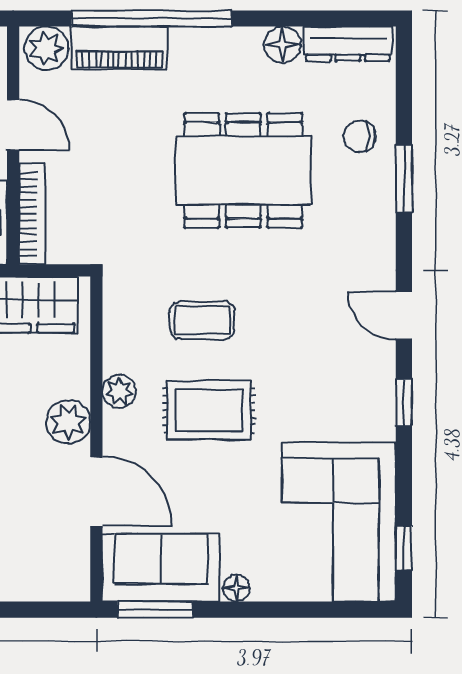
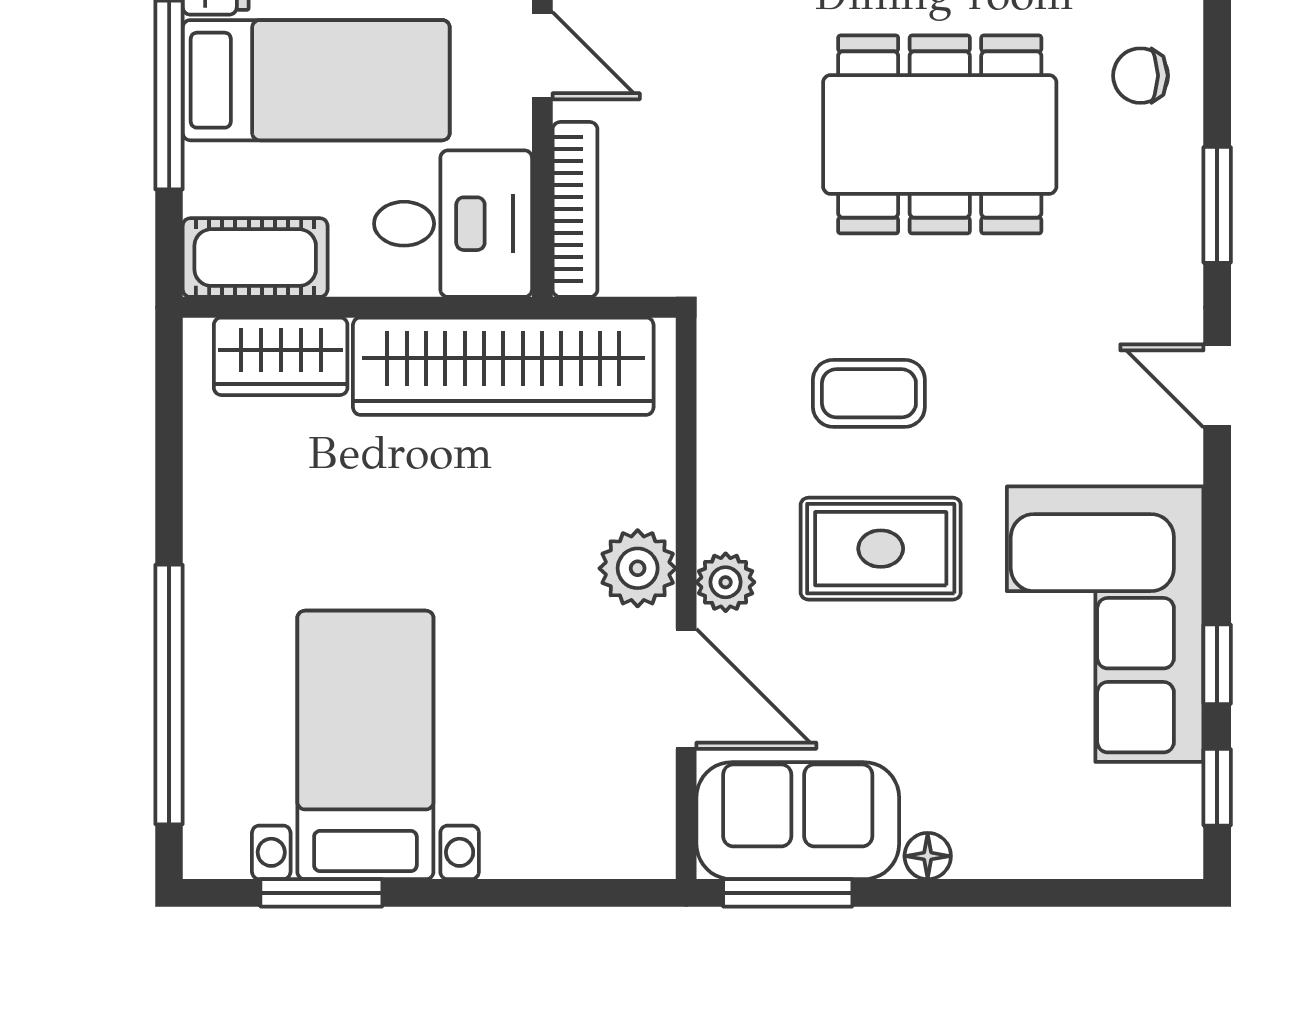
window: (404, 179) -> (1217, 205), moved
plant: (119, 391) -> (726, 582), moved
window: (404, 403) -> (1217, 664), moved
corner sofa: (339, 522) -> (1105, 624), moved

